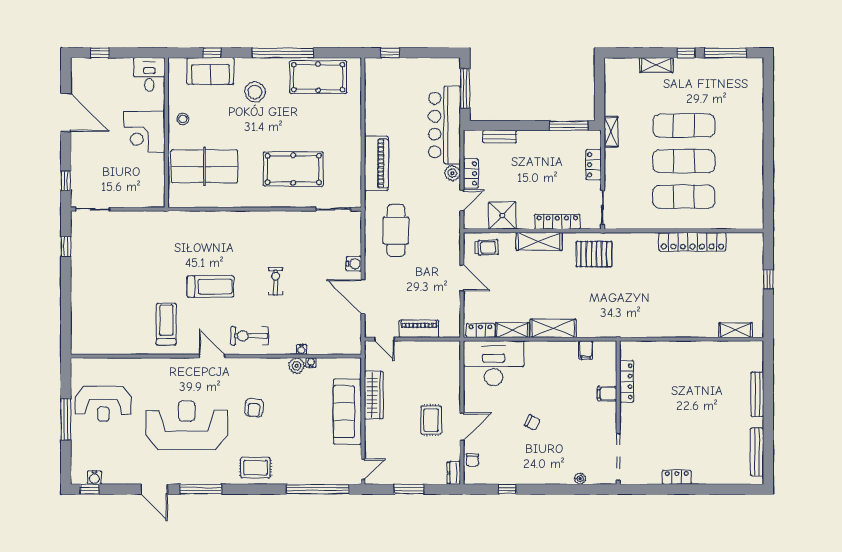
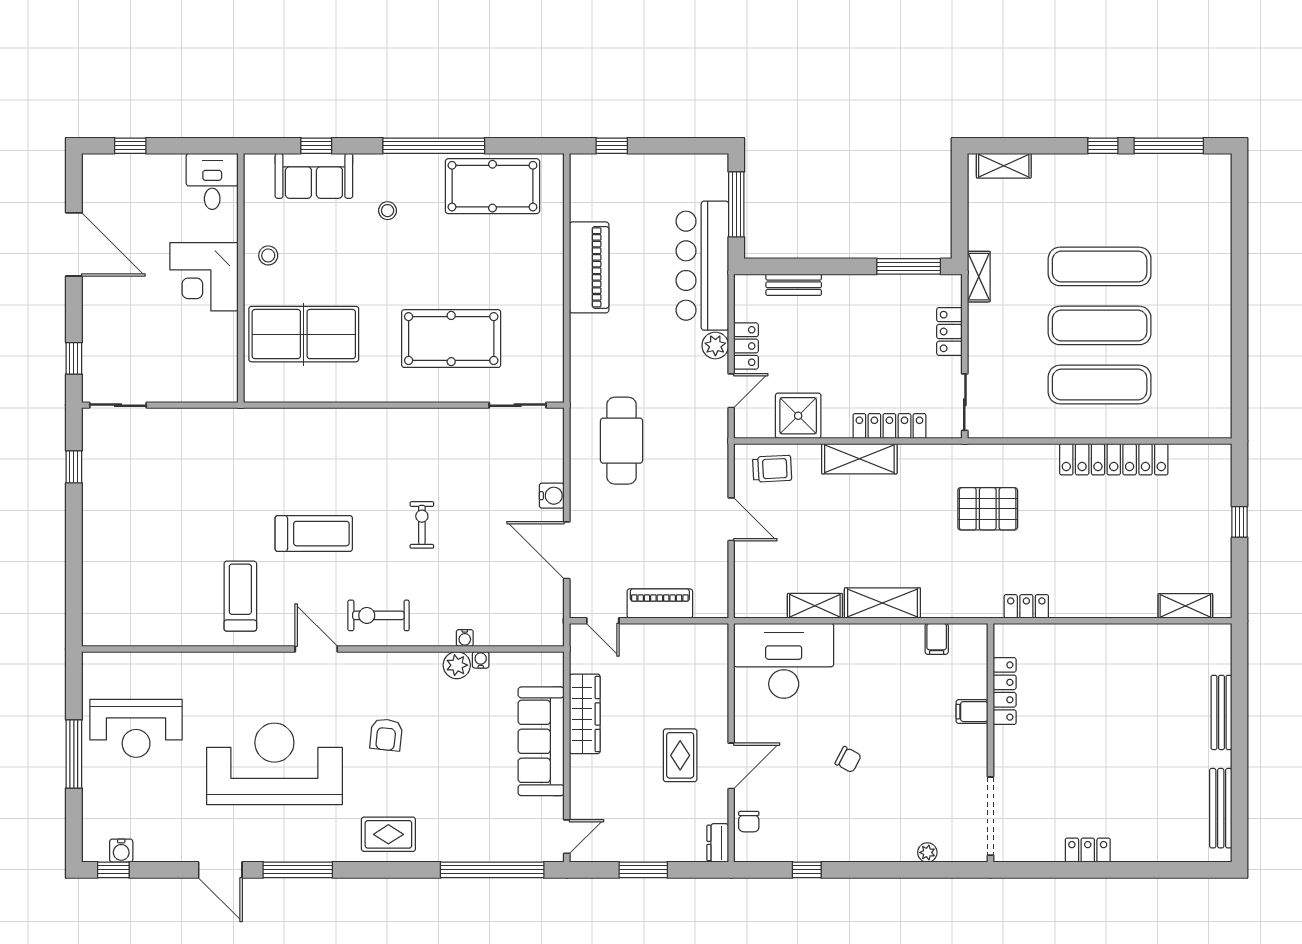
shelving: (656, 65) -> (1004, 166), moved
stool: (255, 92) -> (388, 211), width x0.53, depth x0.53
piano: (376, 163) -> (589, 267), moved
pallet: (594, 254) -> (988, 509), moved
locker: (481, 330) -> (1026, 606), moved

